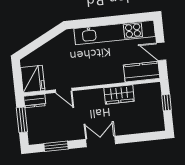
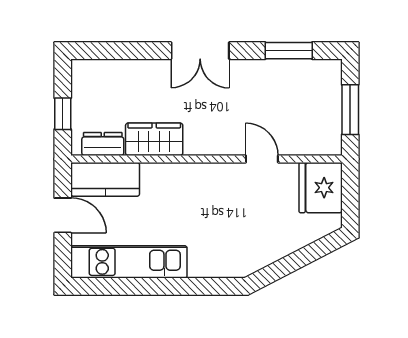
kitchen unit: (115, 33) -> (129, 262), width x0.73
dresser: (35, 101) -> (103, 144), moved

